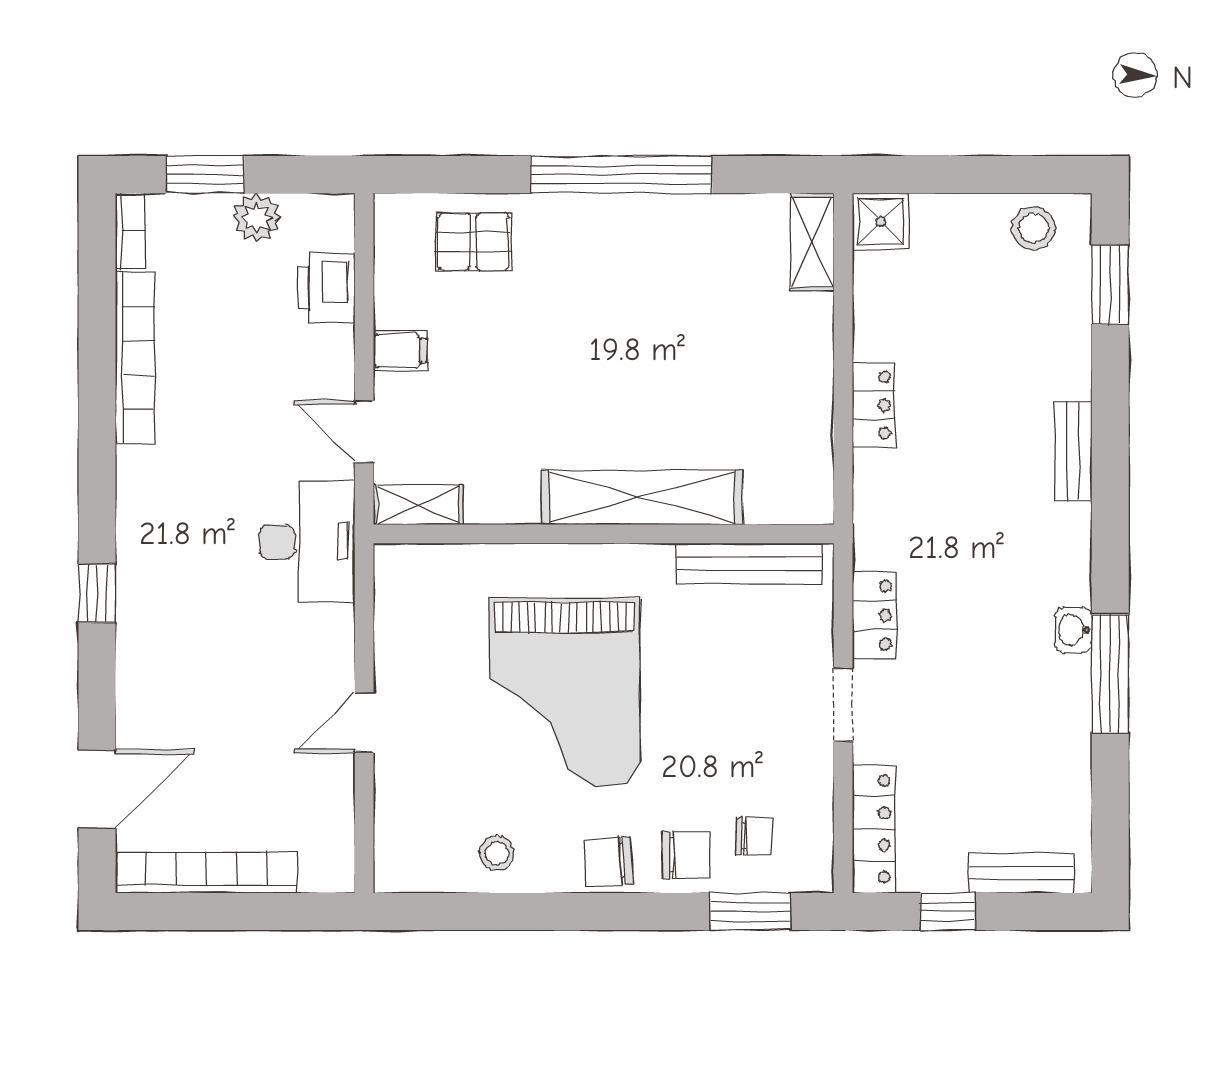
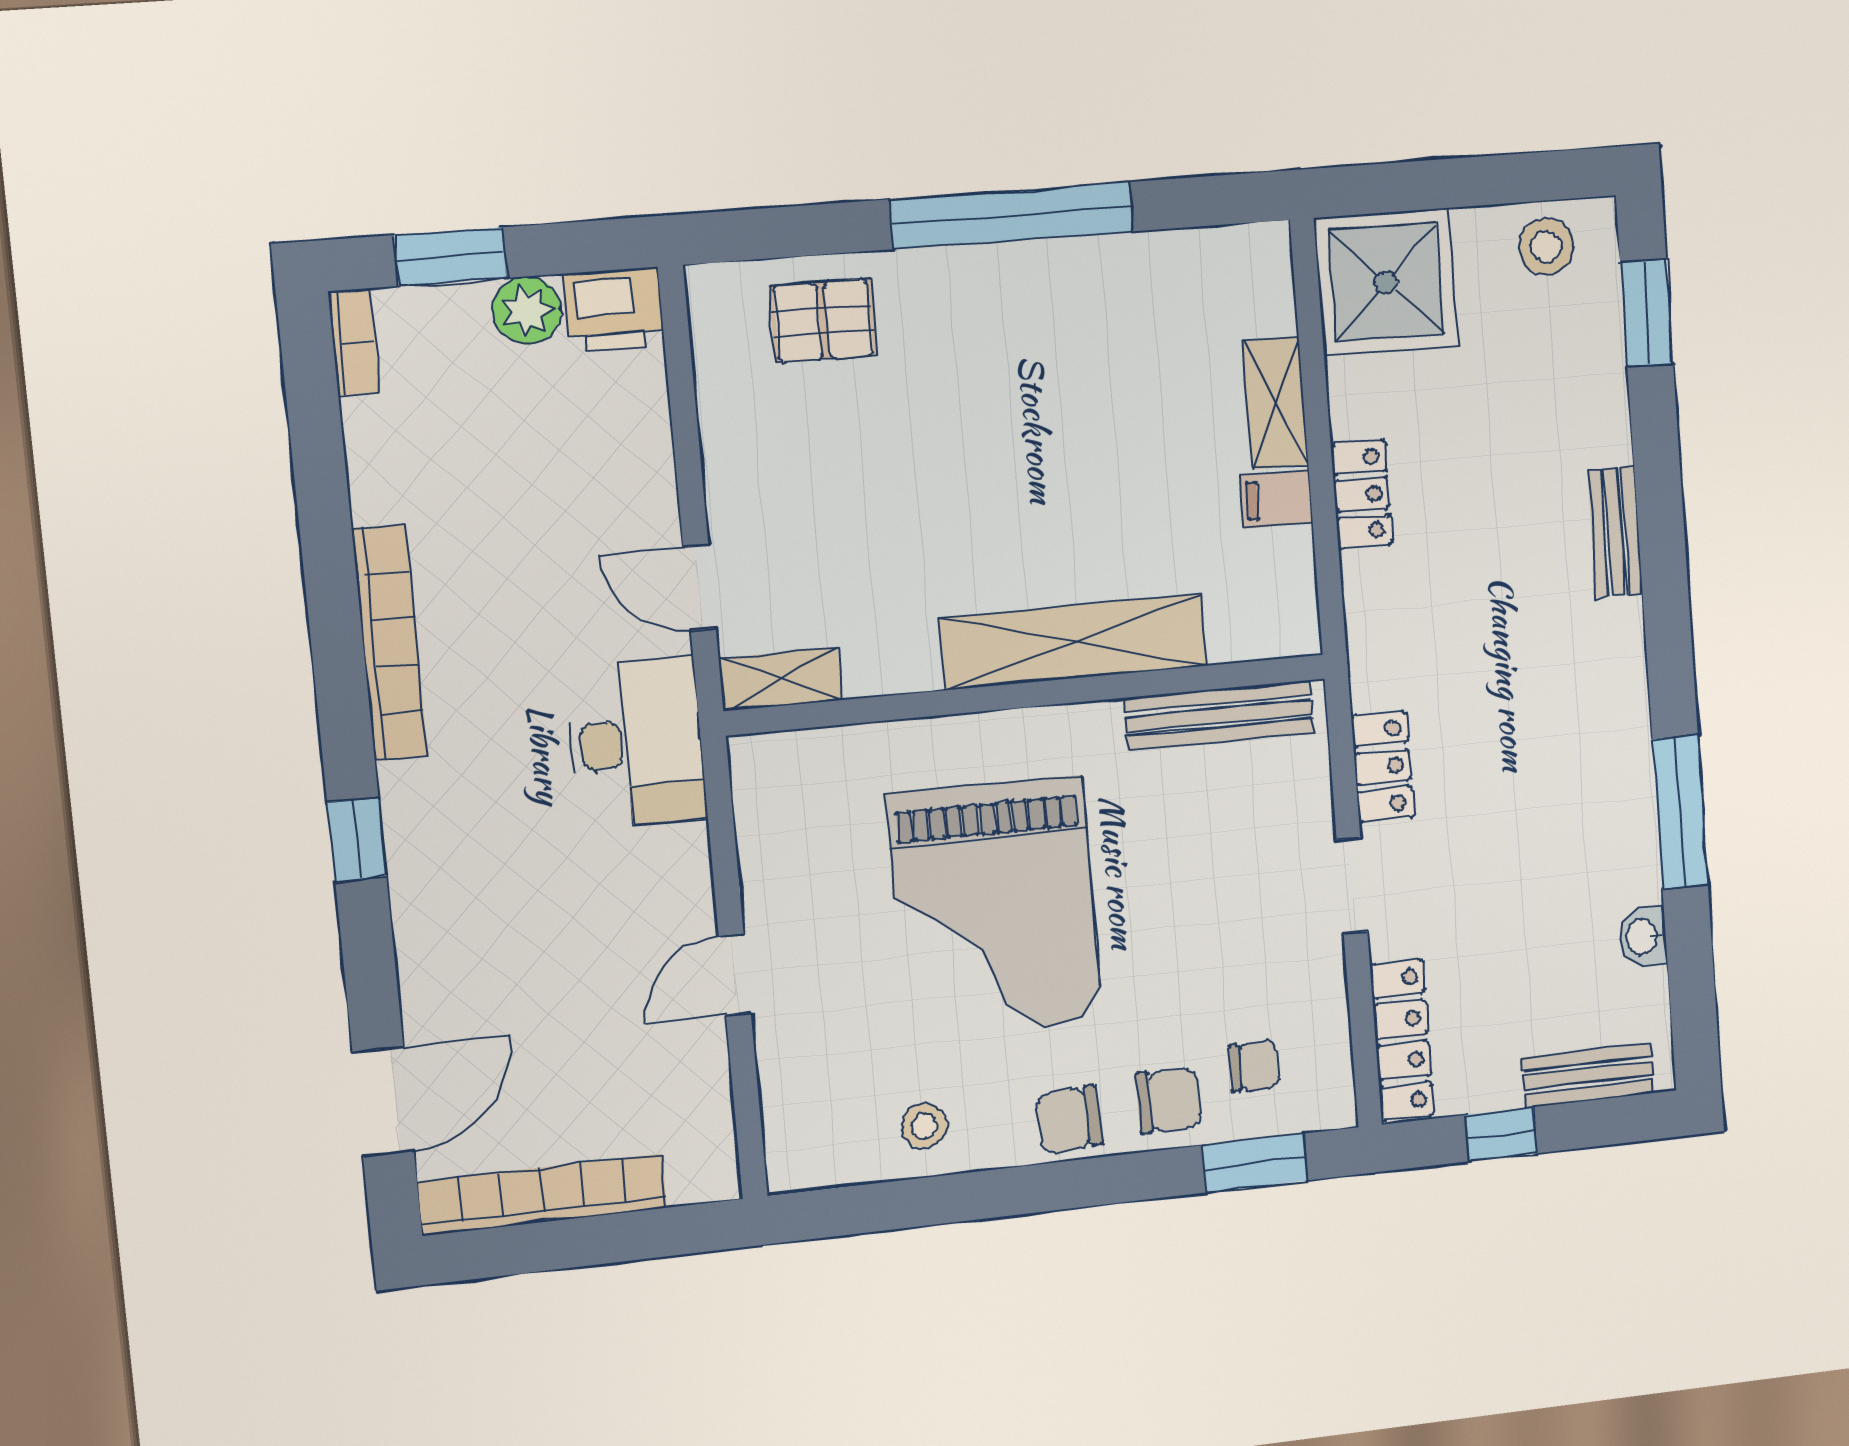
shower: (881, 221) -> (1386, 282), width x1.86, depth x1.86
shelving: (812, 242) -> (1276, 403), moved
printer: (326, 288) -> (614, 309), moved, turned -90
filing cabinet: (400, 351) -> (1277, 499), moved, turned 180
bookcase: (135, 358) -> (390, 642), moved
washbasin: (1073, 630) -> (1643, 937), moved

